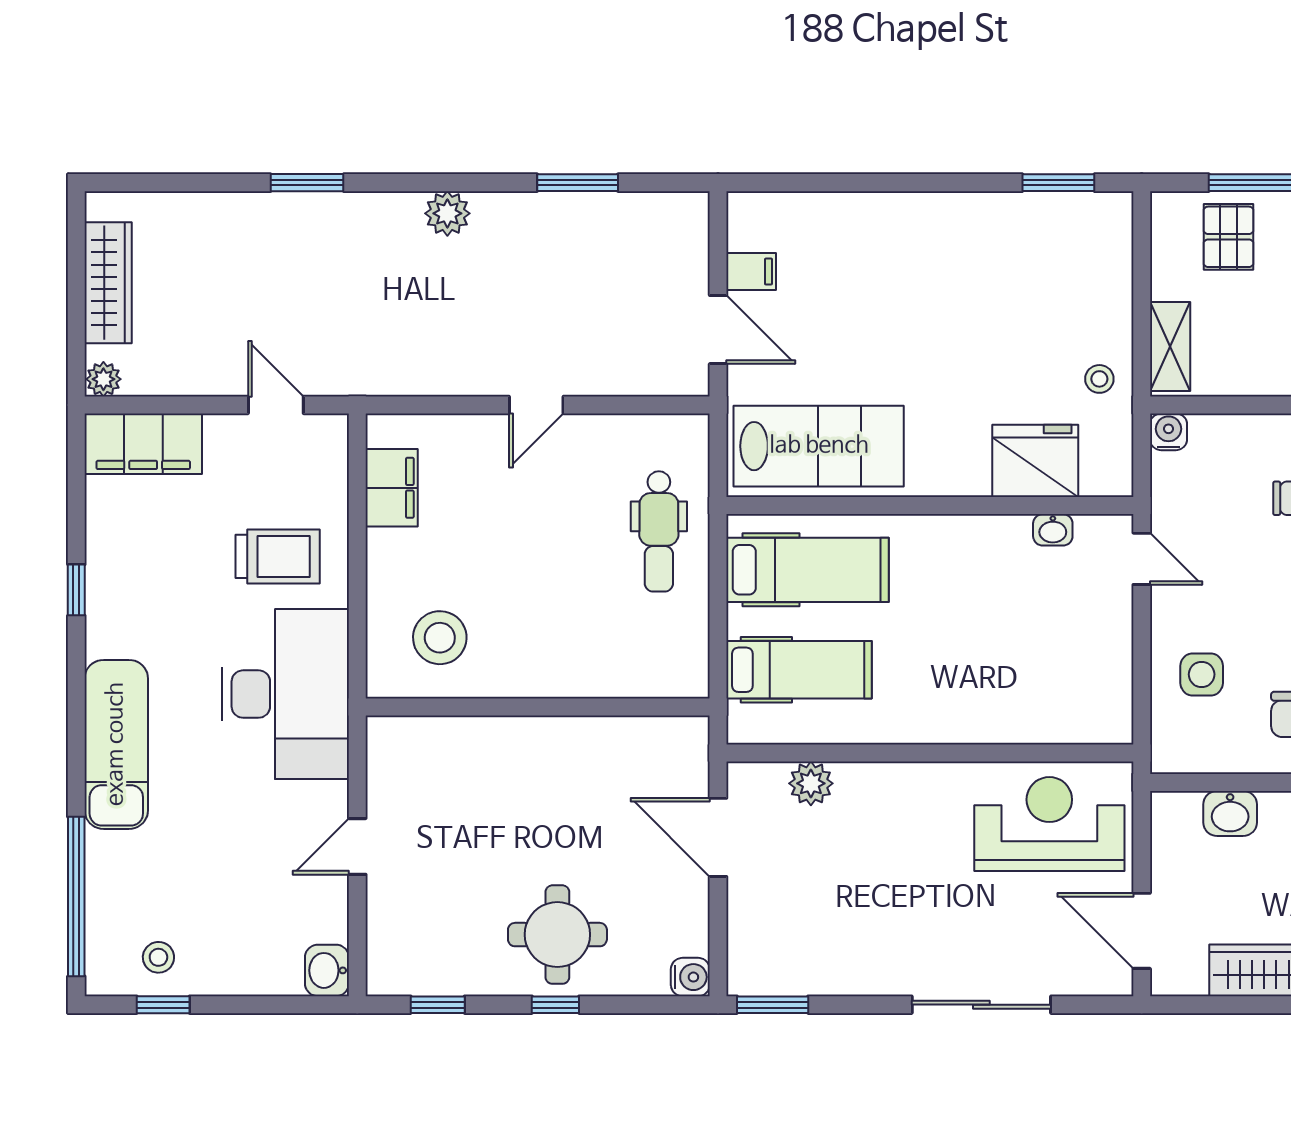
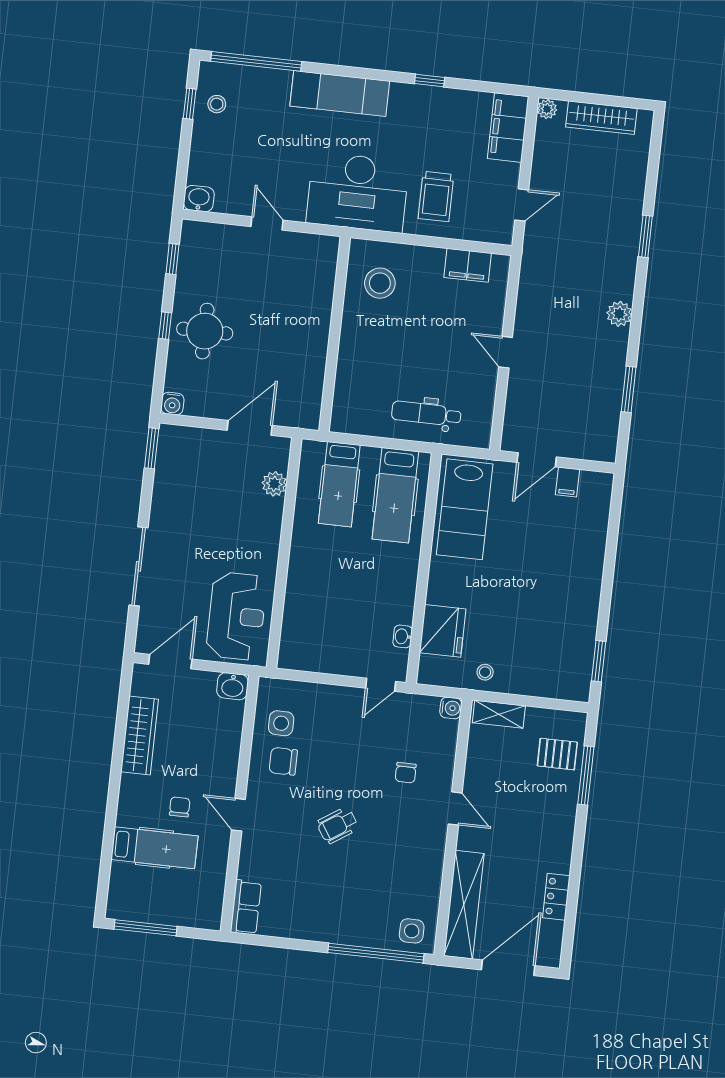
side table: (1202, 674) -> (281, 723), moved
washbasin: (1230, 813) -> (232, 686), moved, turned -90

